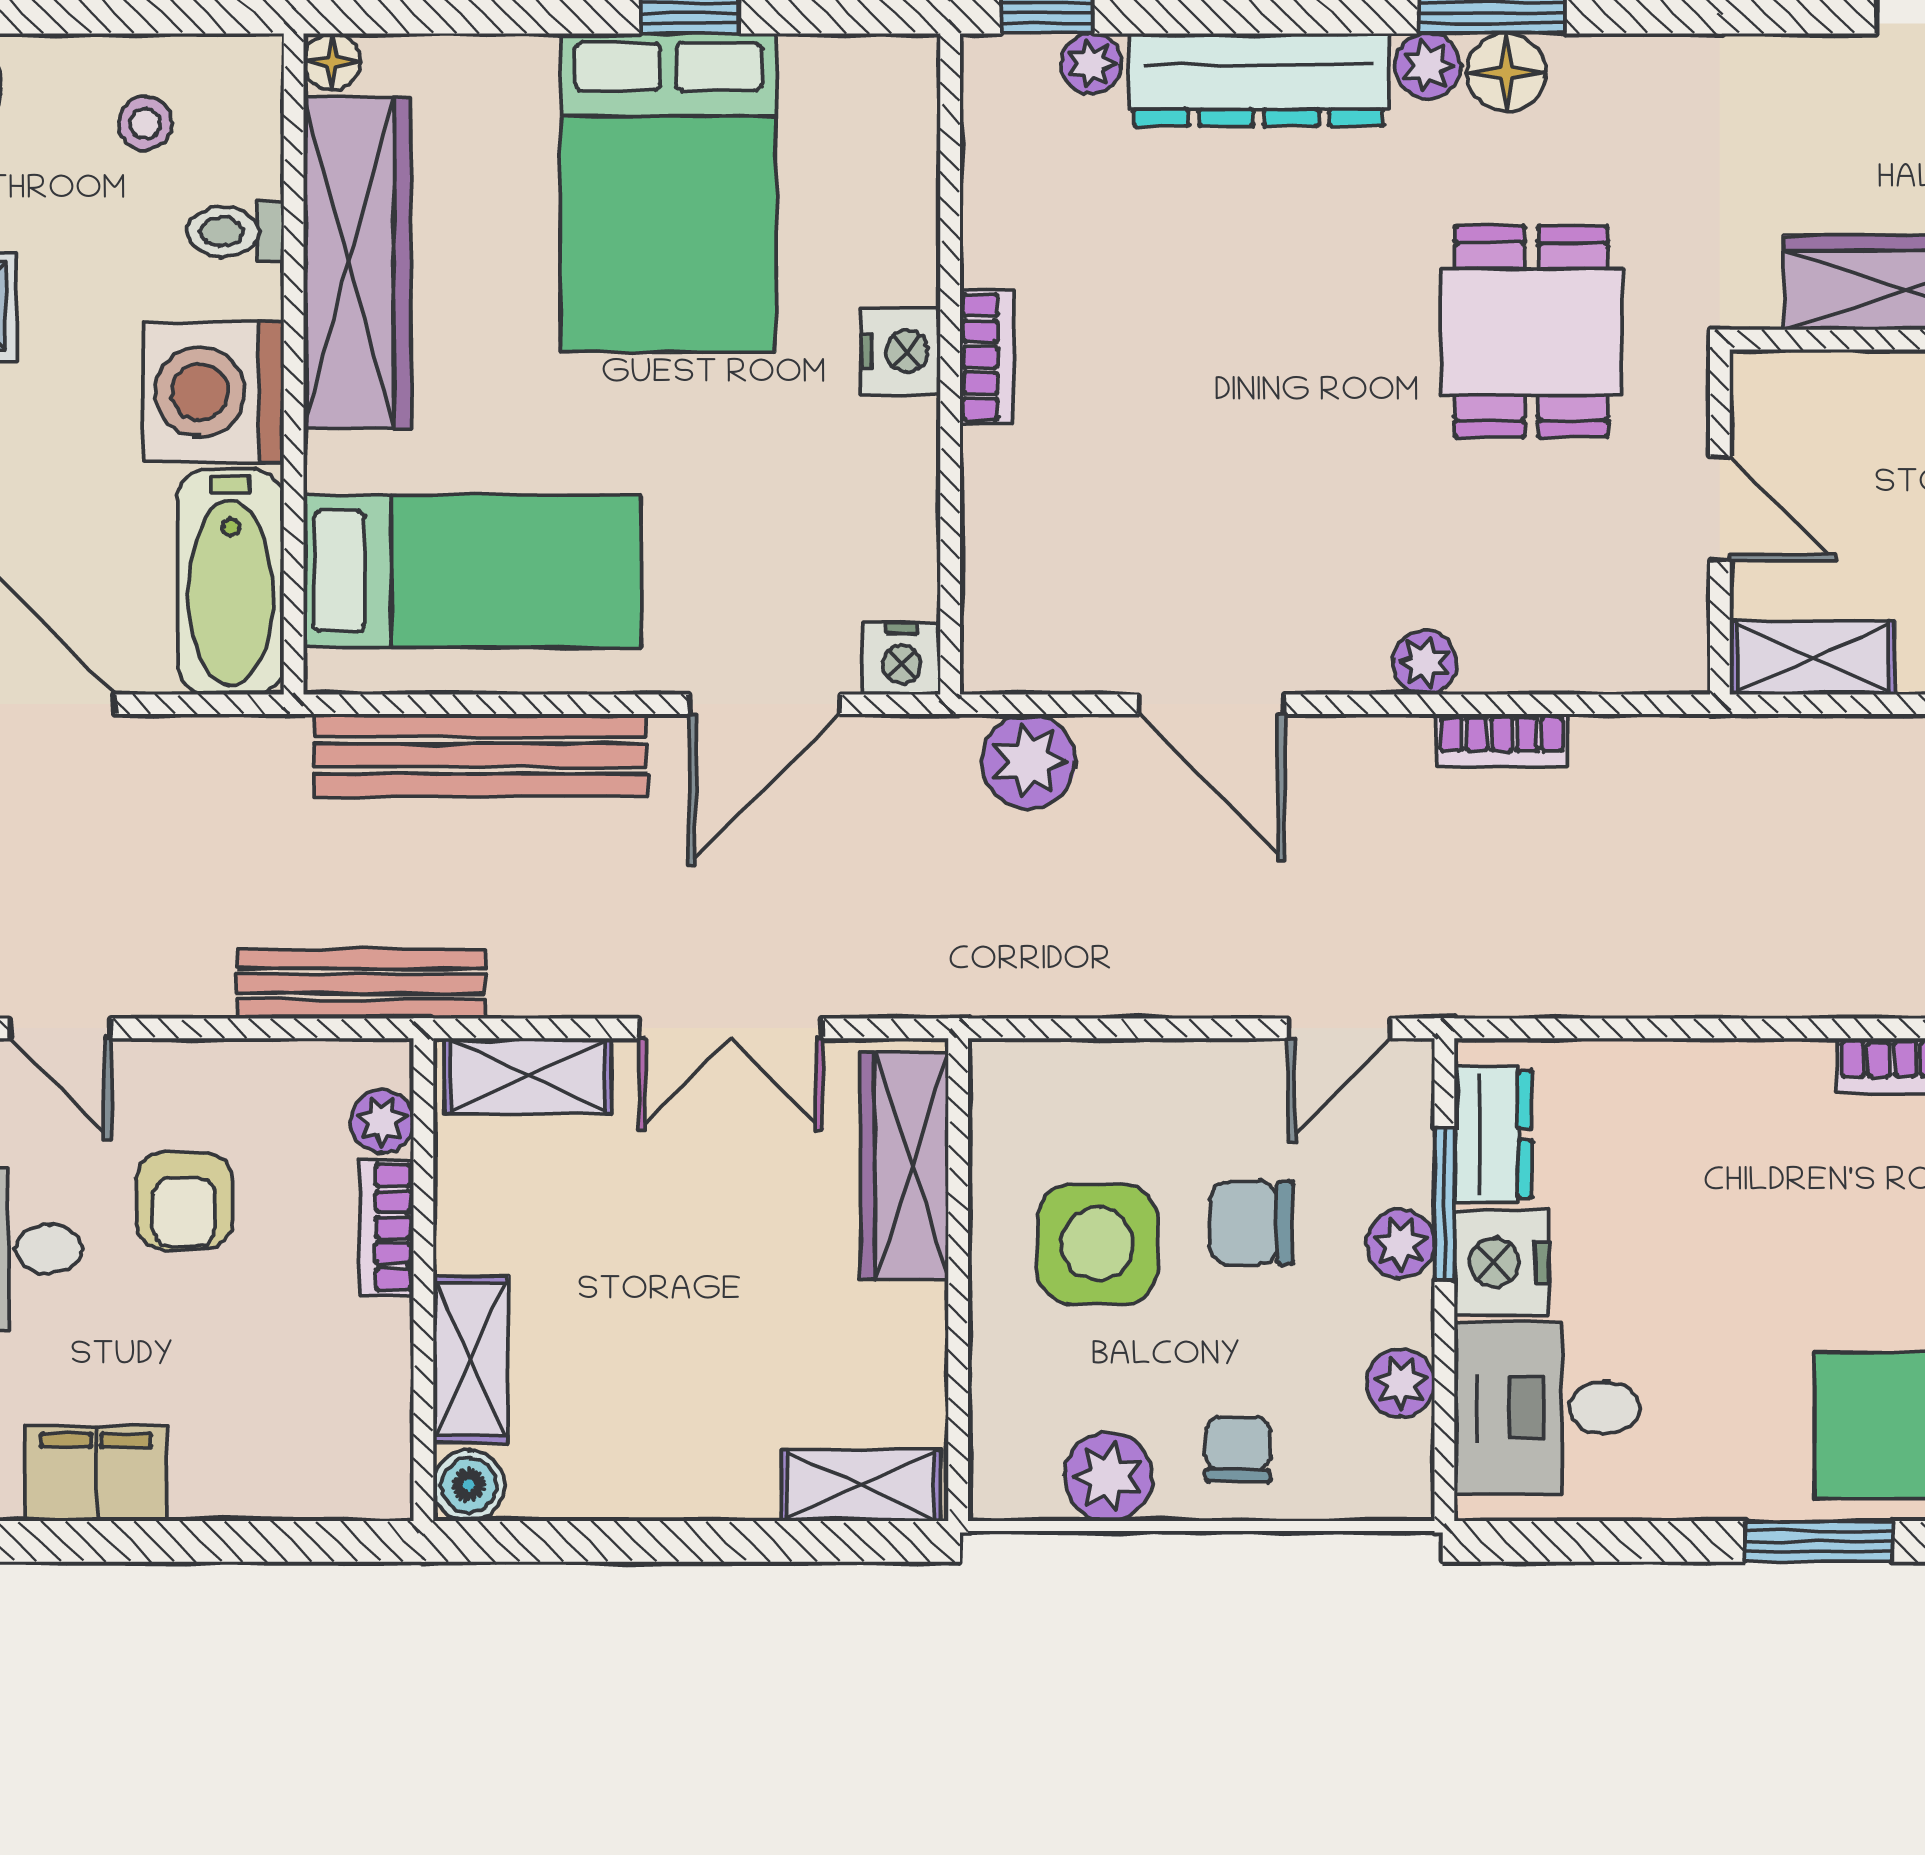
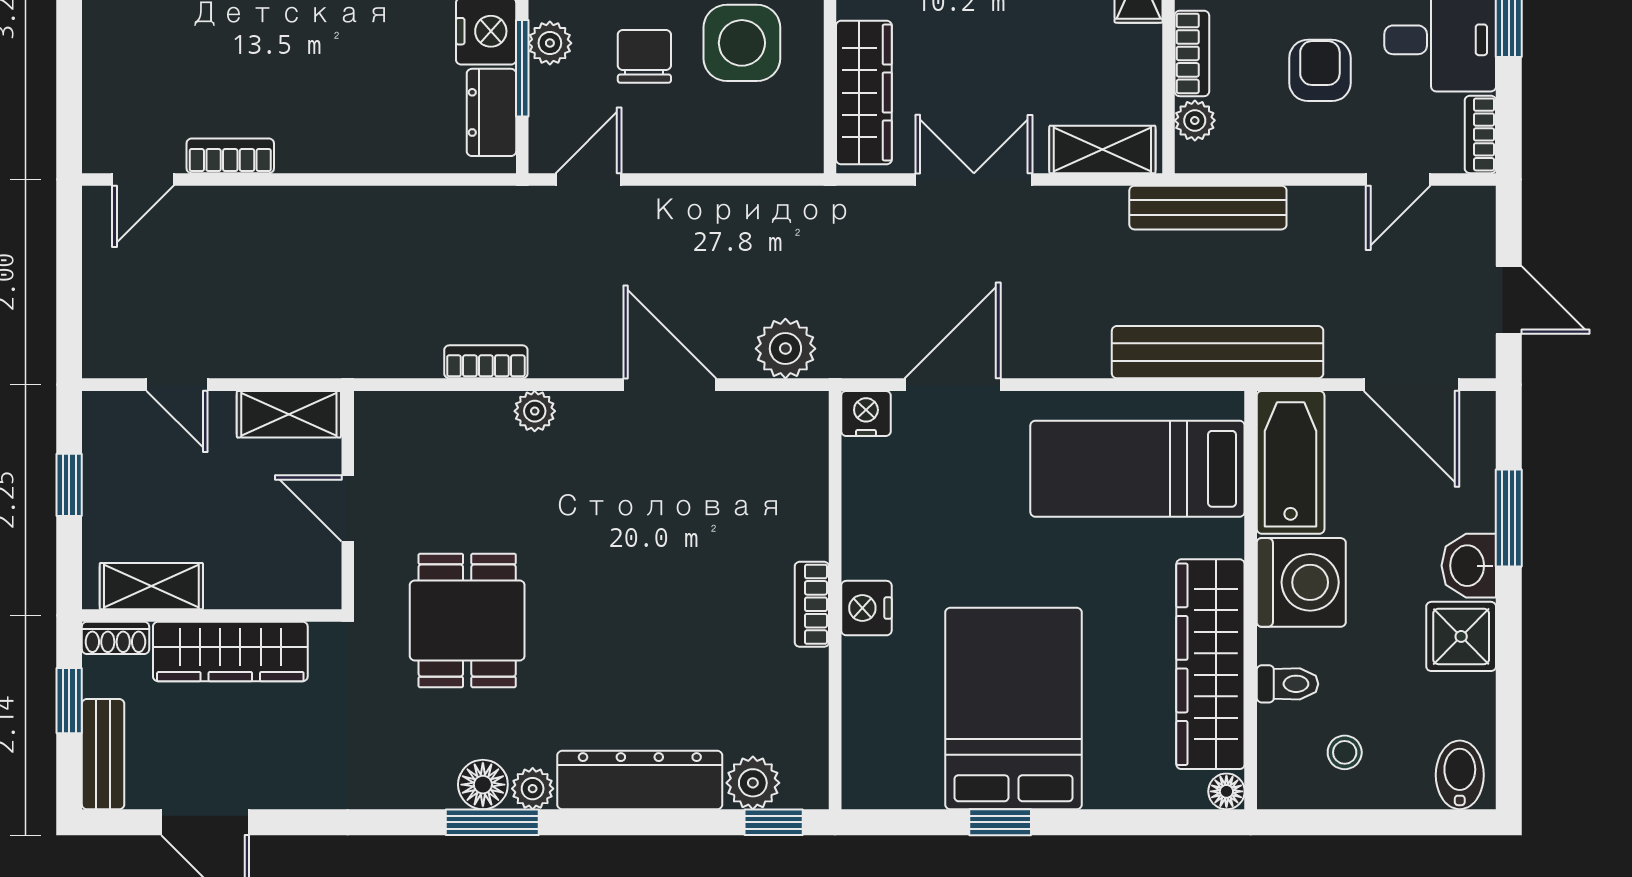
plant: (1091, 64) -> (753, 783), width x1.38, depth x1.38
bench: (480, 755) -> (1218, 352), moved
door: (61, 1028) -> (1398, 179), swing flipped
chair: (1251, 1223) -> (644, 56), turned -90

